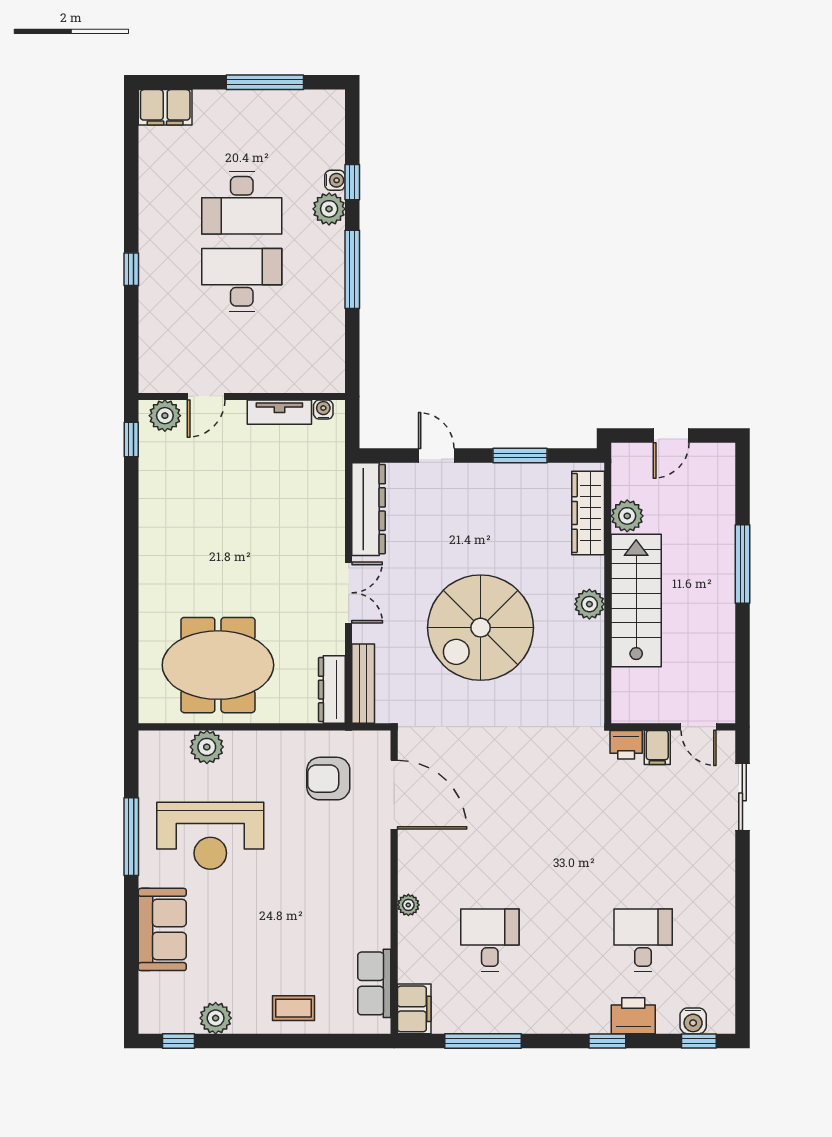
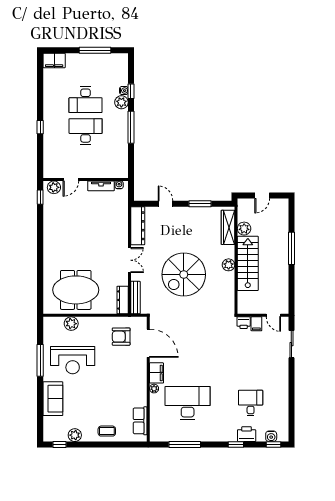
desk: (490, 940) -> (188, 403), width x1.87, depth x1.30
filing cabinet: (414, 1009) -> (156, 373), moved

